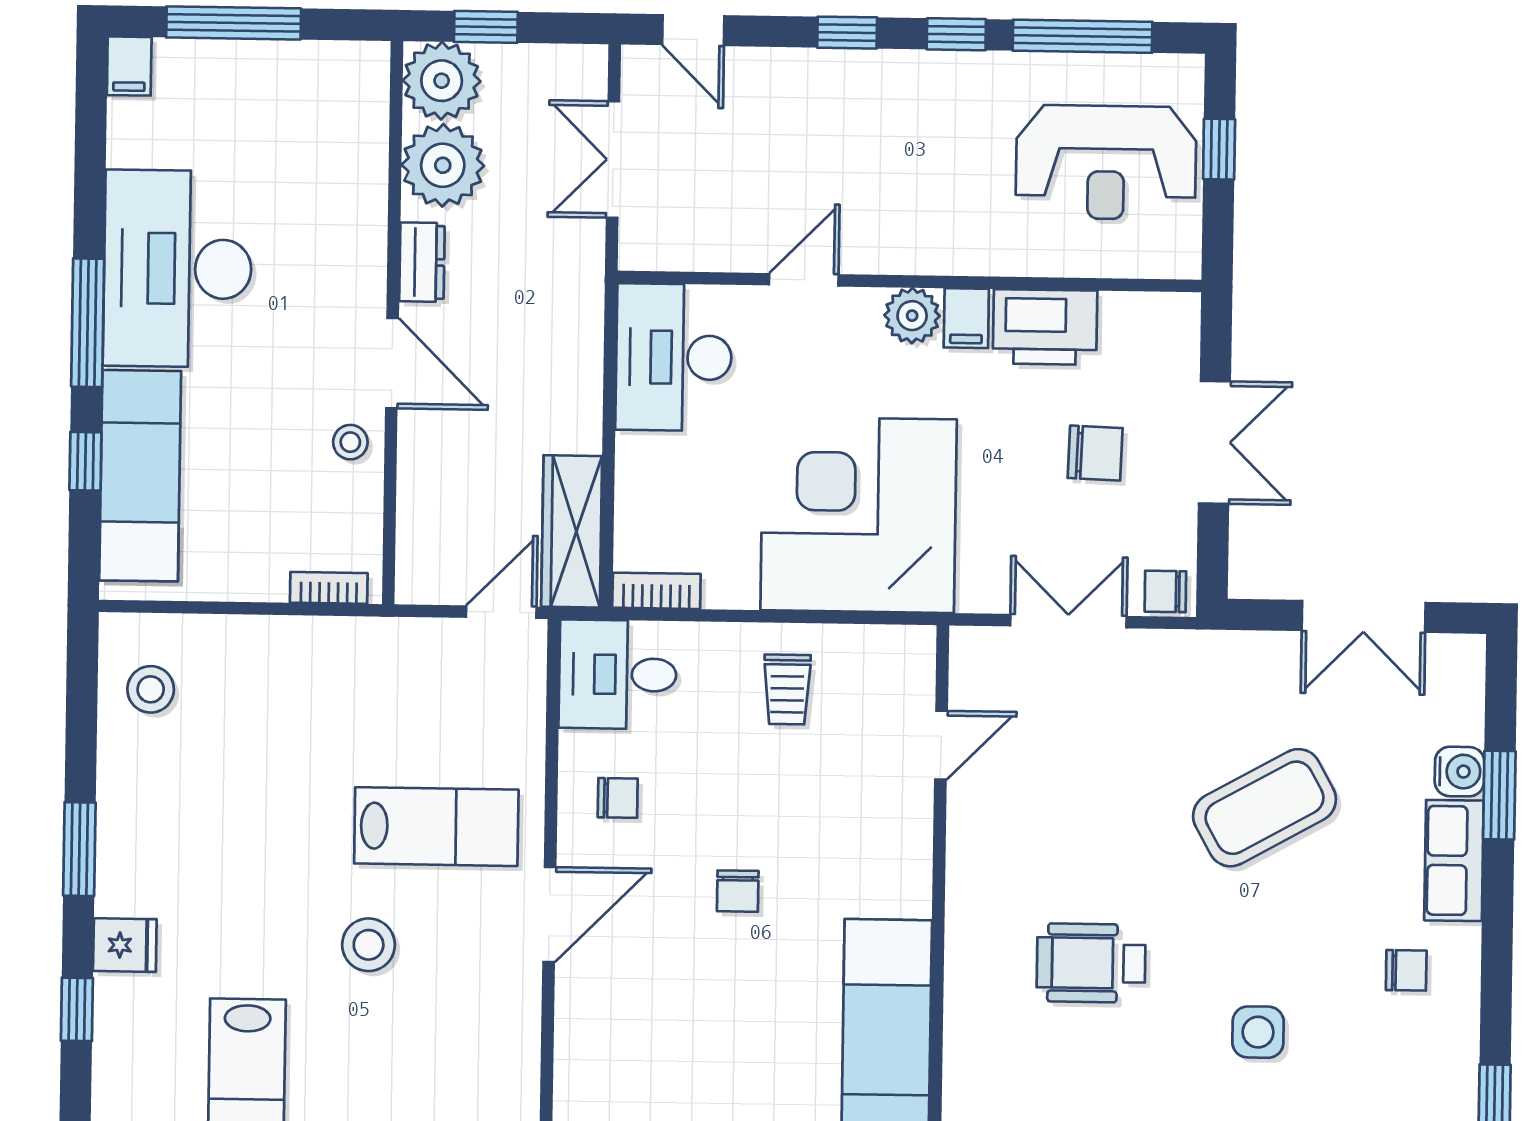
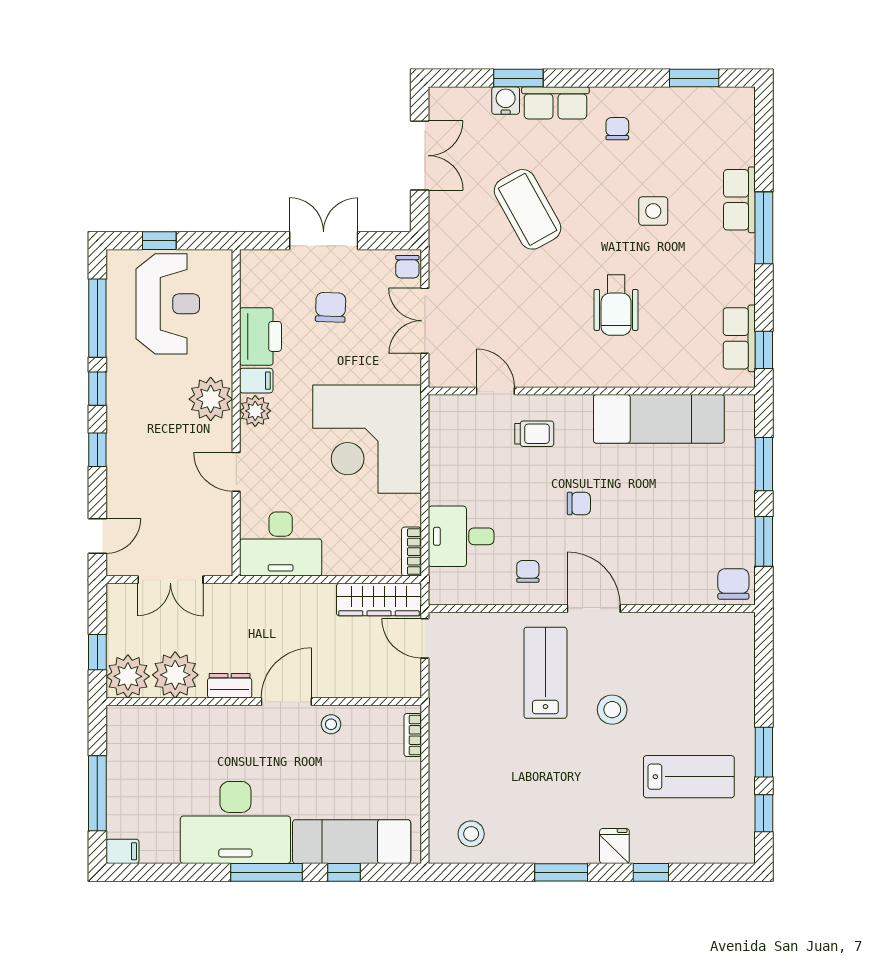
plant: (935, 236) -> (211, 399), added
desk: (618, 674) -> (461, 536), moved, turned 90
trolley: (787, 689) -> (534, 434), moved

